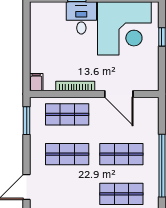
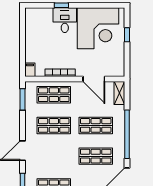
shelving: (152, 112) -> (119, 93), added

